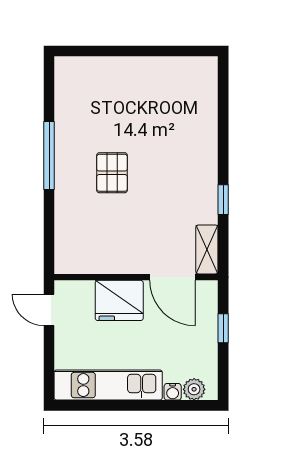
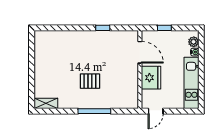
window: (49, 155) -> (94, 111), moved
shelving: (207, 249) -> (46, 103), moved
door: (172, 277) -> (140, 52), hinge flipped

